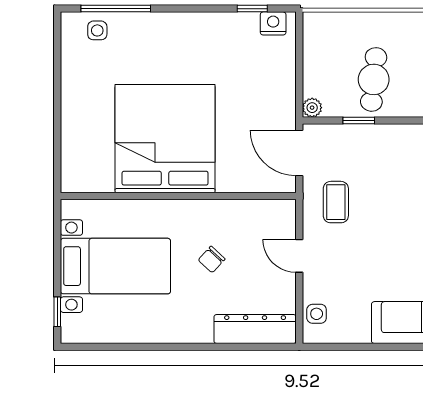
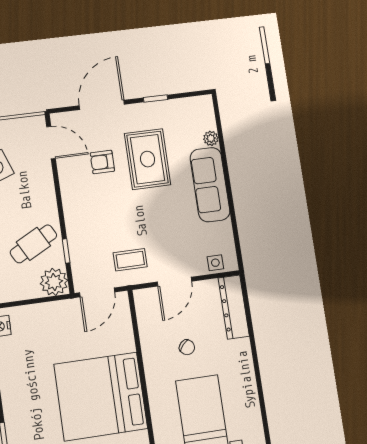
cafe table: (374, 79) -> (33, 244), turned -34
plant: (312, 108) -> (54, 282), width x1.87, depth x1.87
door: (299, 256) -> (174, 282), width x1.38

